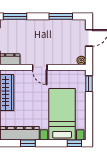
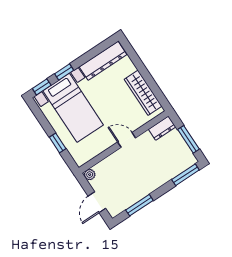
window: (89, 84) -> (58, 143), moved
window: (28, 143) -> (64, 72), moved

